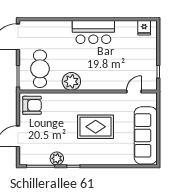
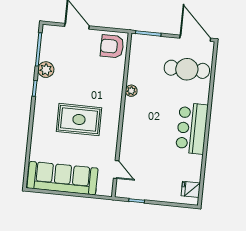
cafe table: (40, 69) -> (187, 69), moved
plant: (71, 81) -> (131, 91), width x0.53, depth x0.53
armchair: (32, 105) -> (112, 46), turned 90
rug: (96, 127) -> (79, 120), turned 90

